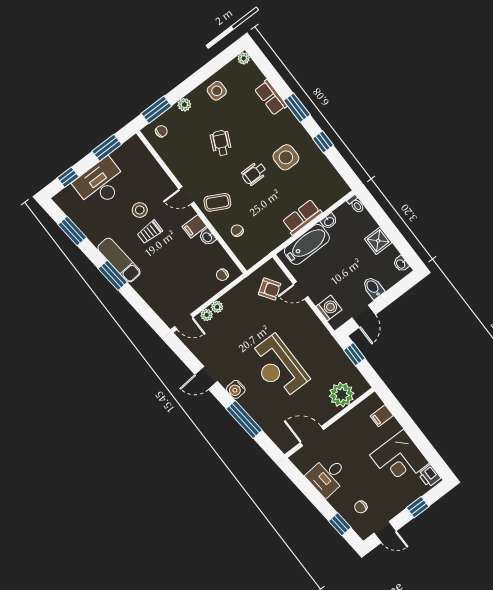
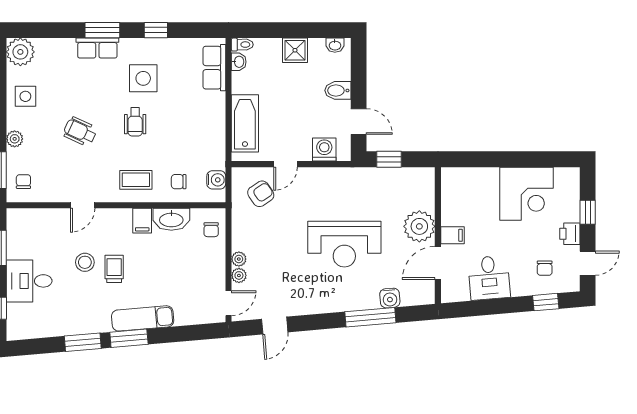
plant: (244, 58) -> (20, 52), width x1.87, depth x1.87
row of seats: (271, 98) -> (97, 48), moved
desk: (100, 183) -> (29, 281), width x0.73
door: (186, 196) -> (83, 205), moved
coffee table: (217, 202) -> (136, 180), turned 62
row of seats: (302, 217) -> (214, 68), moved
washbasin: (329, 221) -> (239, 62), moved
window: (72, 231) -> (83, 342), moved
trolley: (150, 232) -> (114, 269), turned 180
washbasin: (207, 237) -> (171, 219), width x1.91, depth x1.45
water cooler: (257, 254) -> (216, 180), added
exam couch: (119, 260) -> (143, 318), moved
door: (206, 378) -> (275, 326), moved
water cooler: (236, 389) -> (390, 298), moved
plant: (342, 395) -> (419, 226), moved
filing cabinet: (382, 416) -> (452, 235), moved, turned -90
printer: (429, 476) -> (570, 234), moved, turned 90

